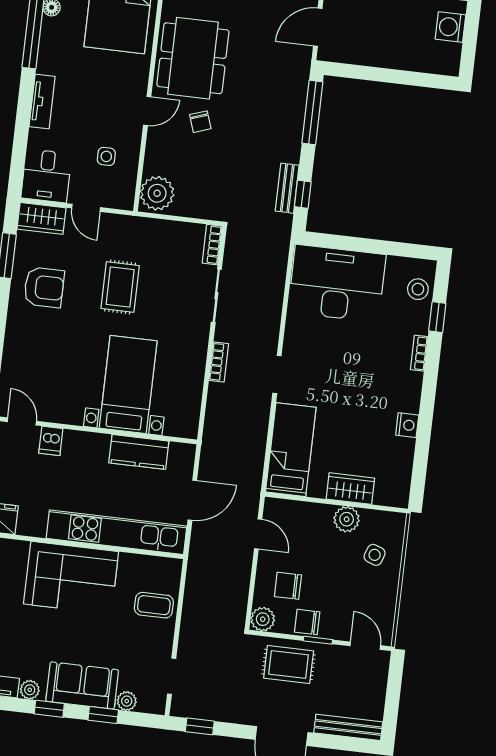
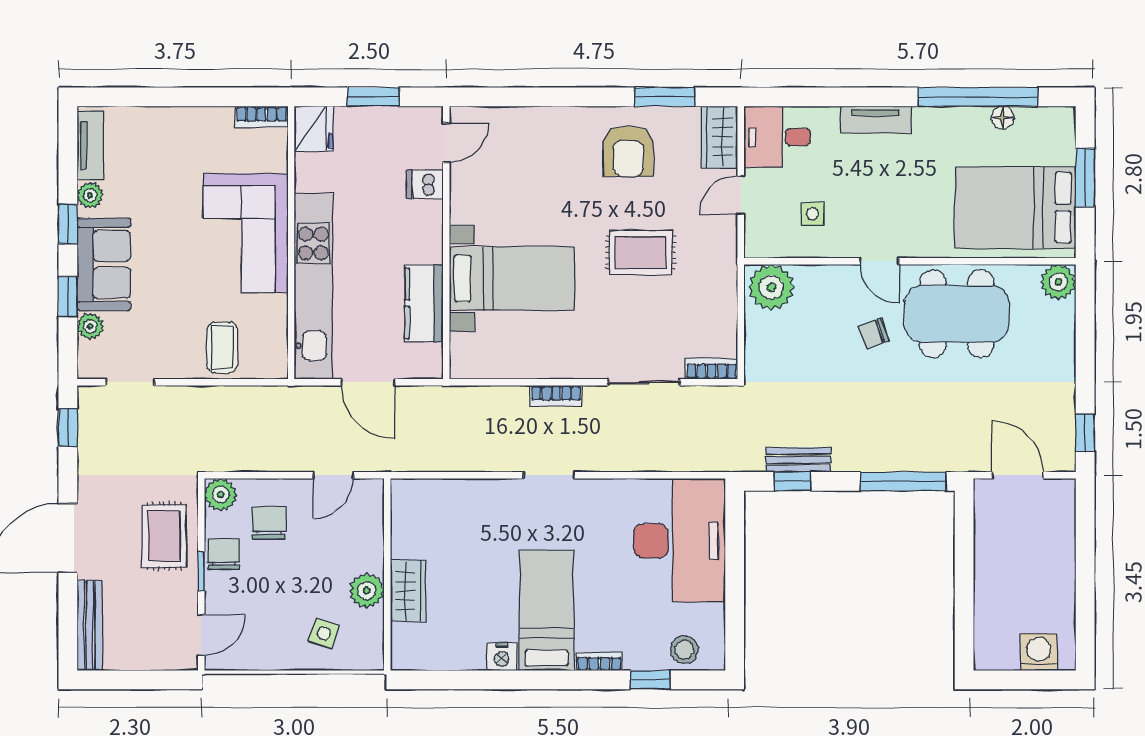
bed: (291, 450) -> (546, 610), moved, turned -90

